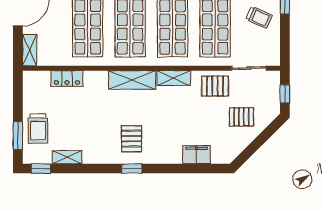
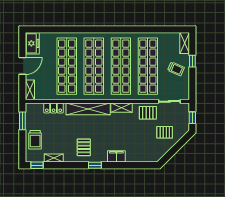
shelving: (132, 80) -> (88, 109), width x1.47
window: (18, 136) -> (22, 121), moved
pallet: (132, 139) -> (84, 147), moved
filing cabinet: (197, 155) -> (116, 156), moved

